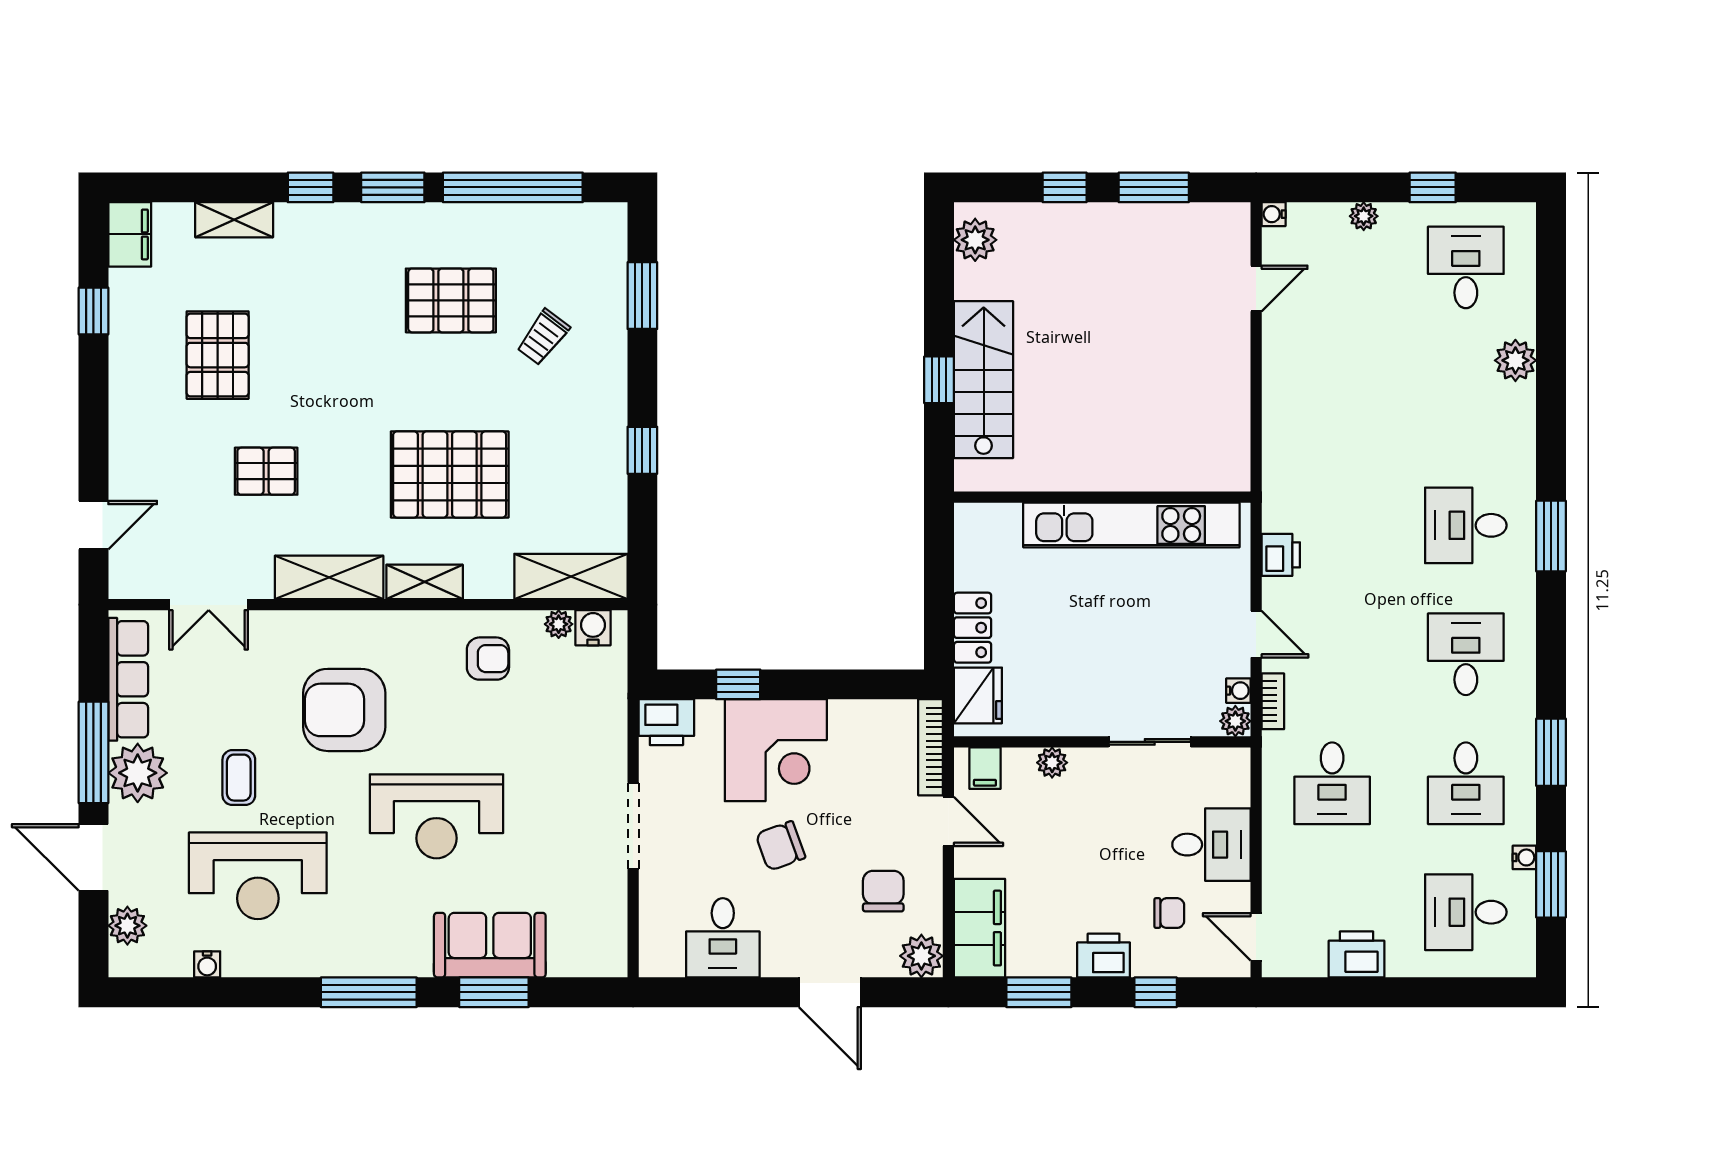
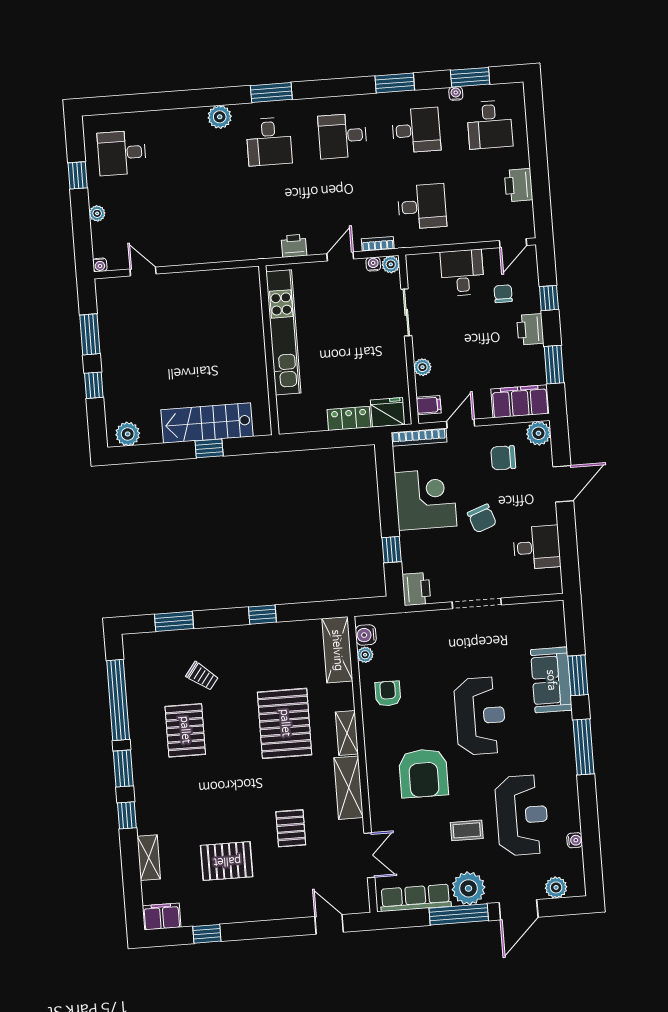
plant: (1515, 360) -> (220, 117), moved
corner desk: (776, 750) -> (426, 499), moved

